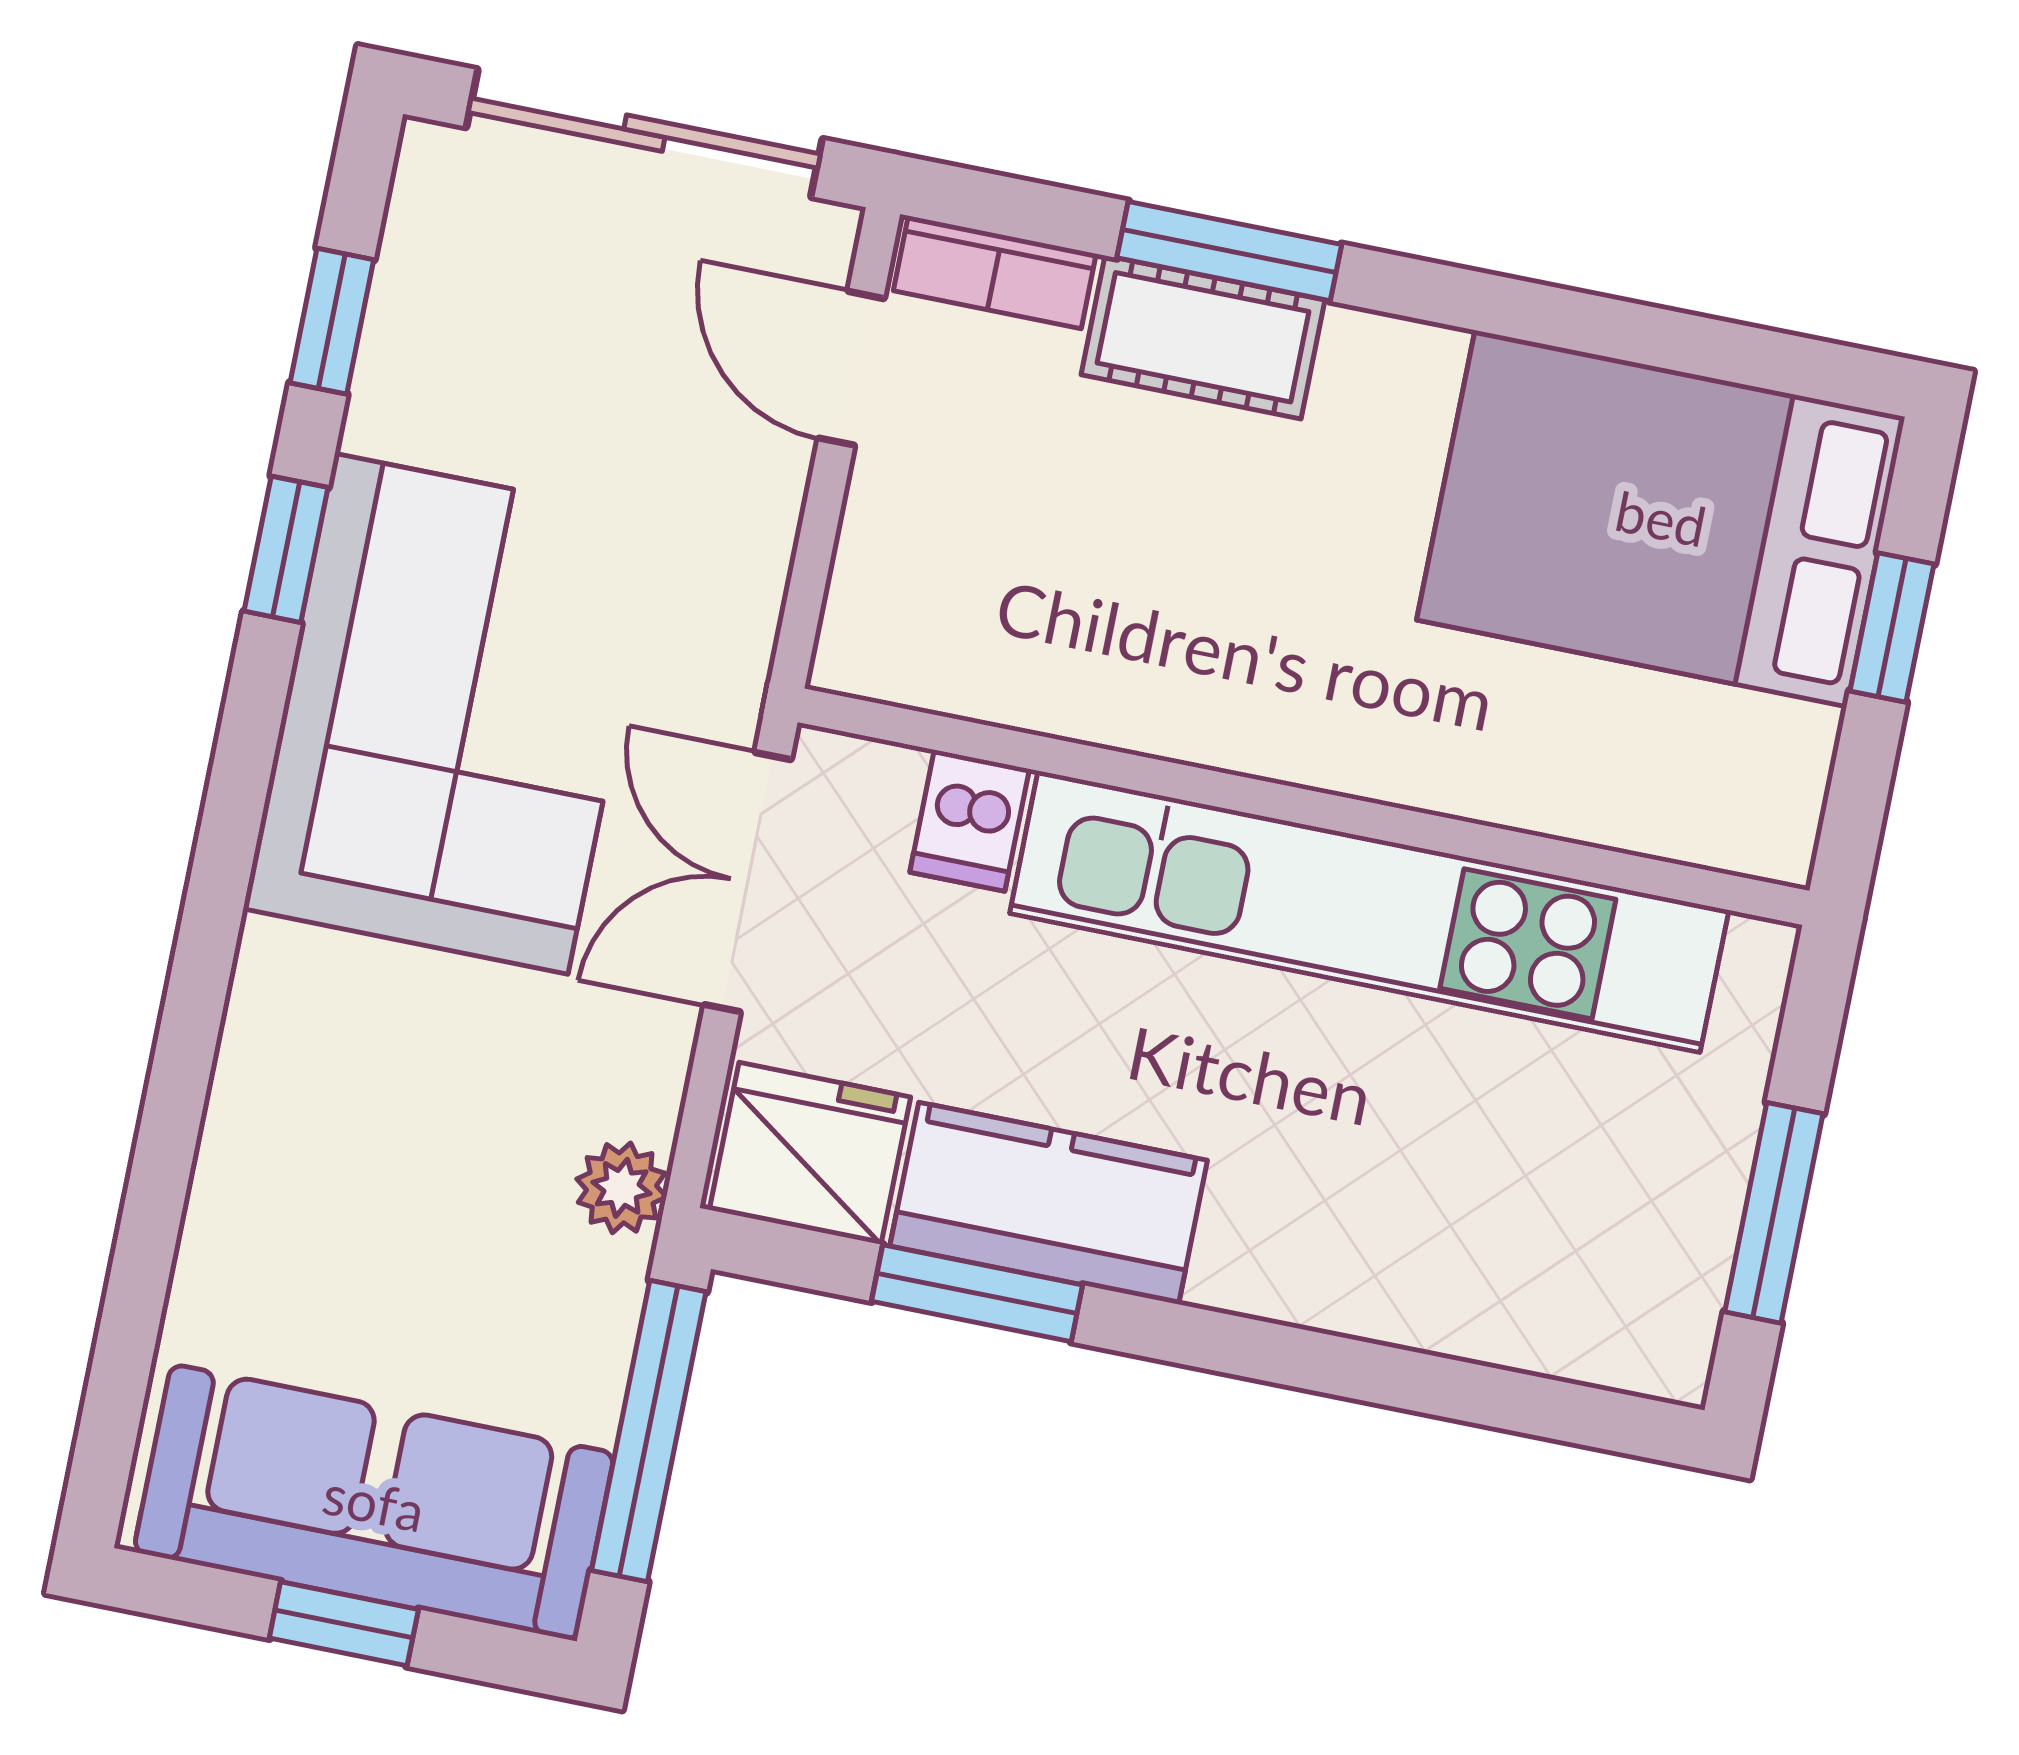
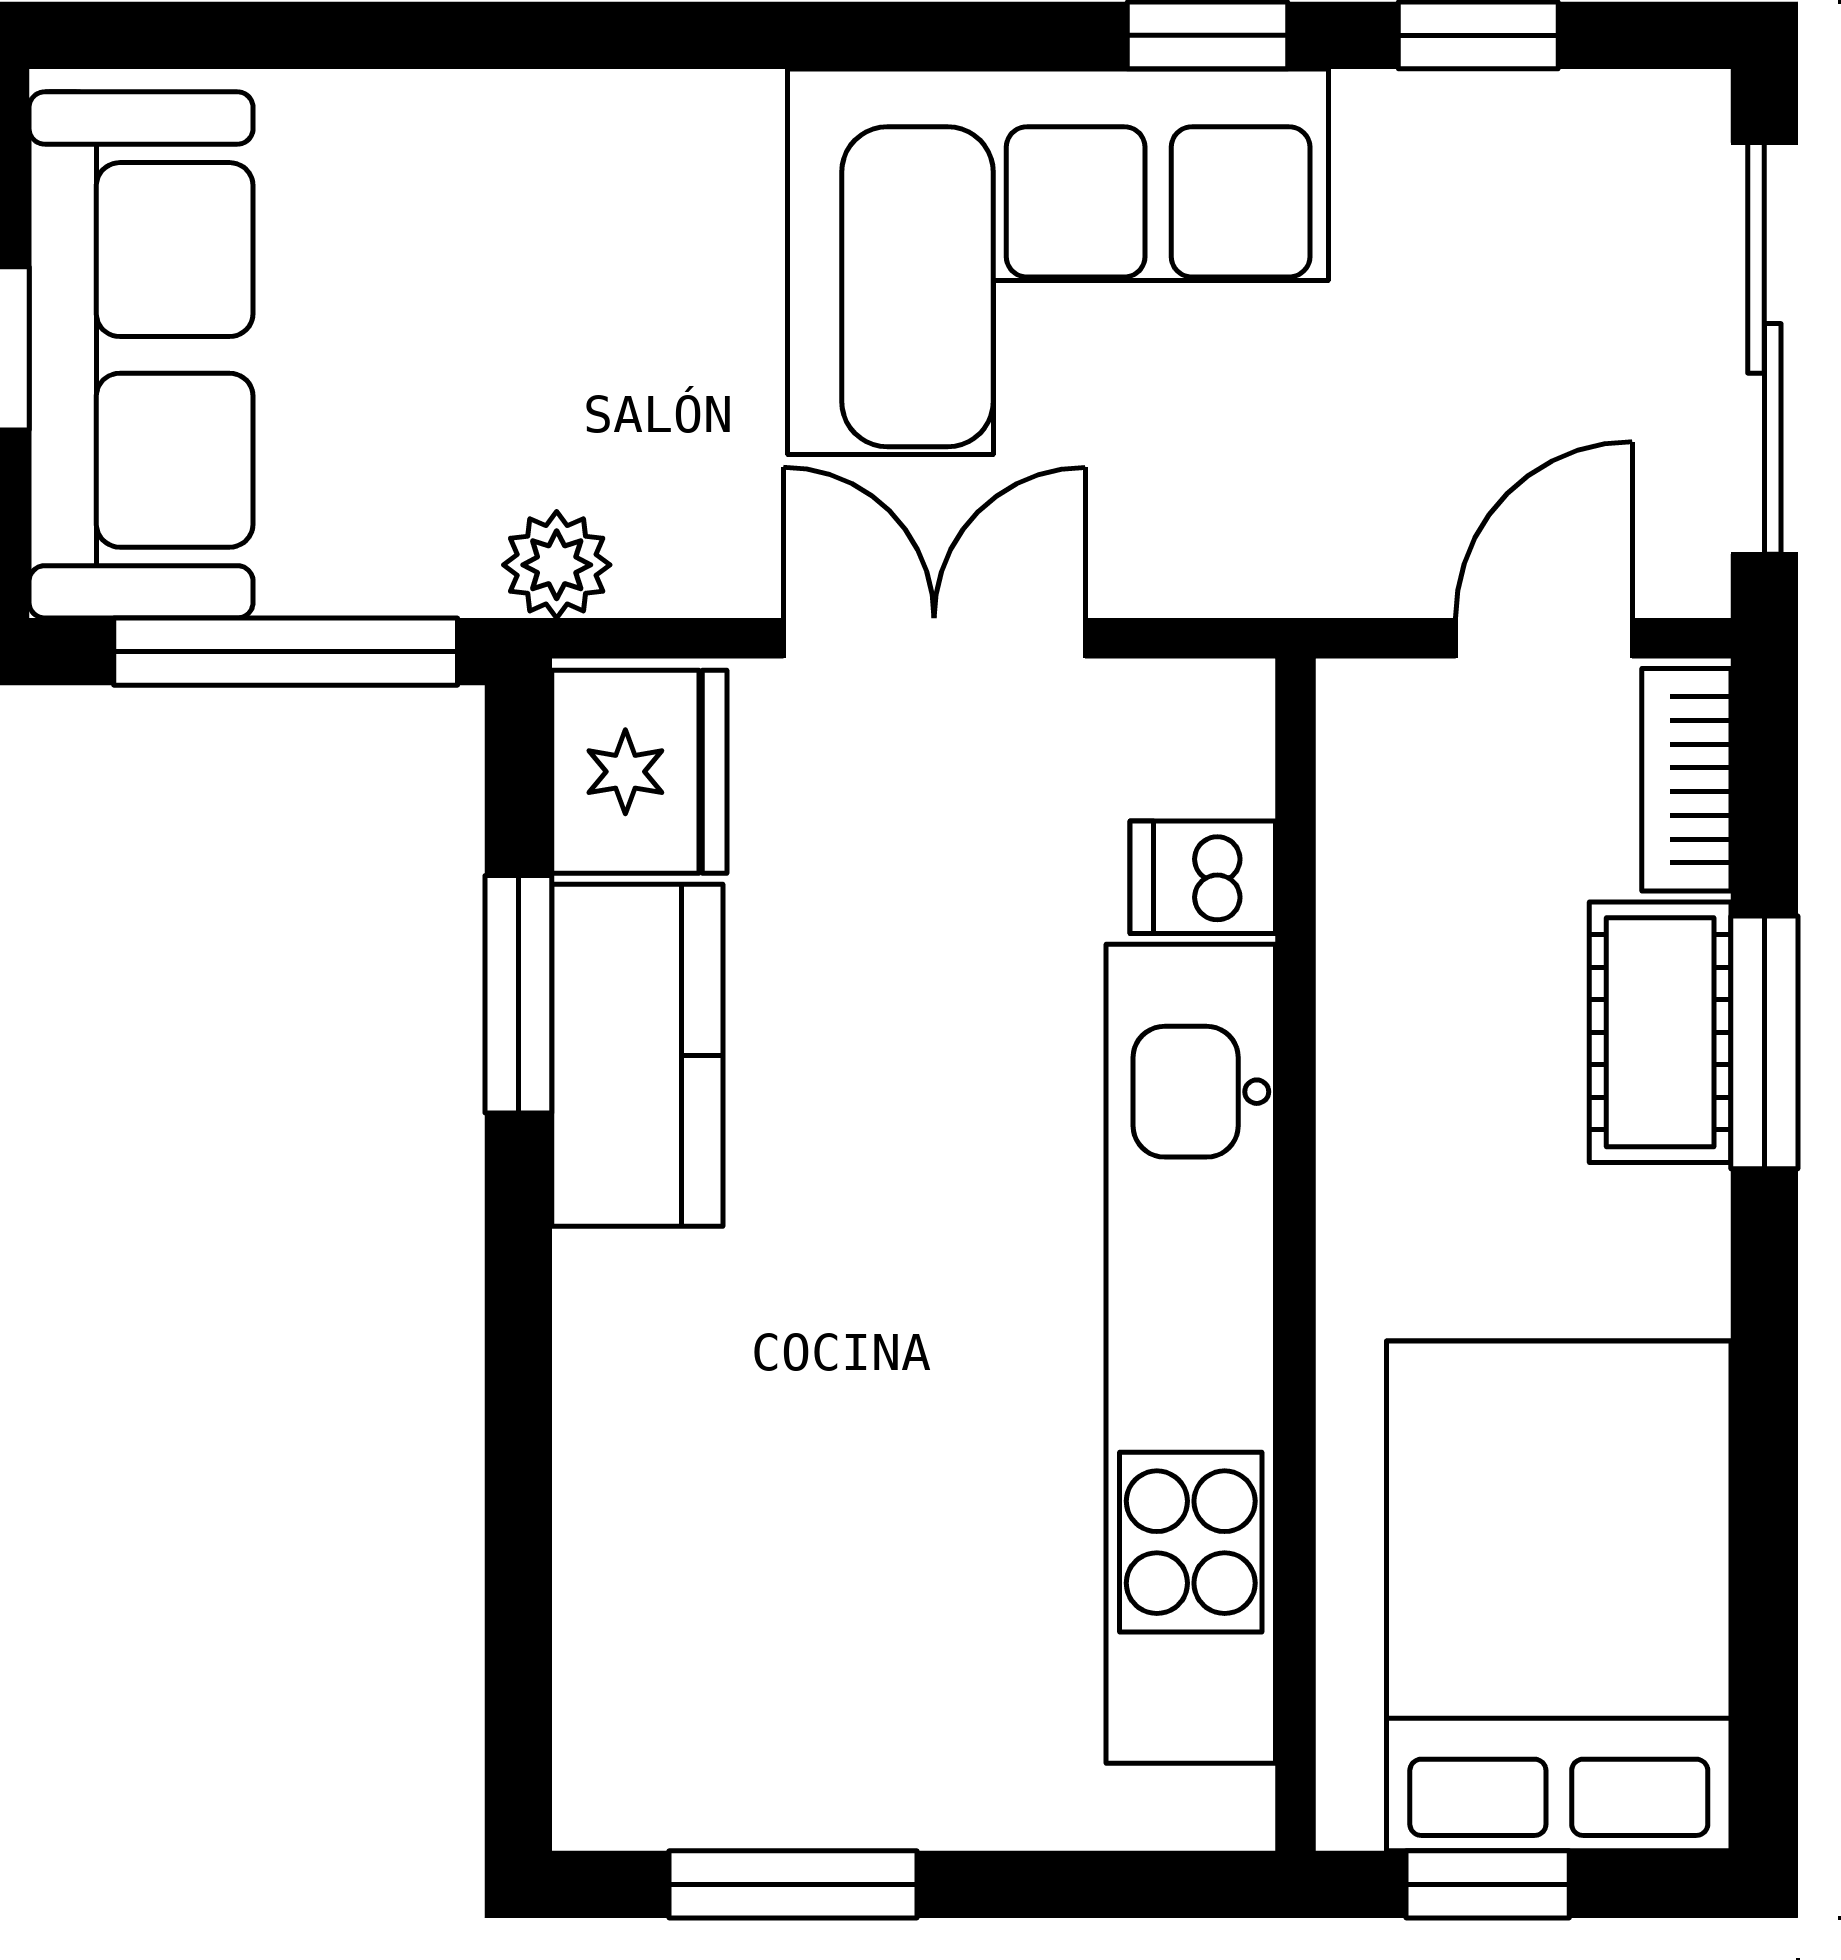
wall: (1303, 807) -> (1295, 1255), moved
dishwasher: (970, 821) -> (1203, 877), moved
kitchen unit: (1369, 912) -> (1191, 1354), moved

